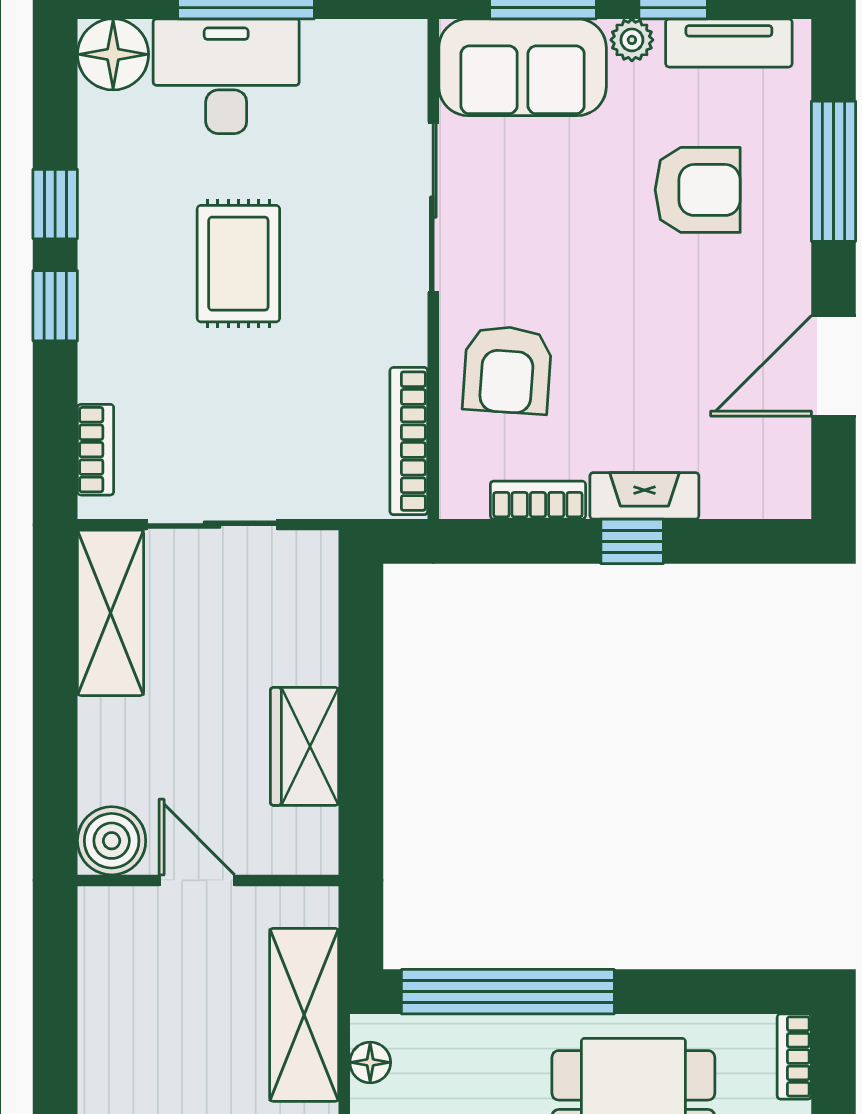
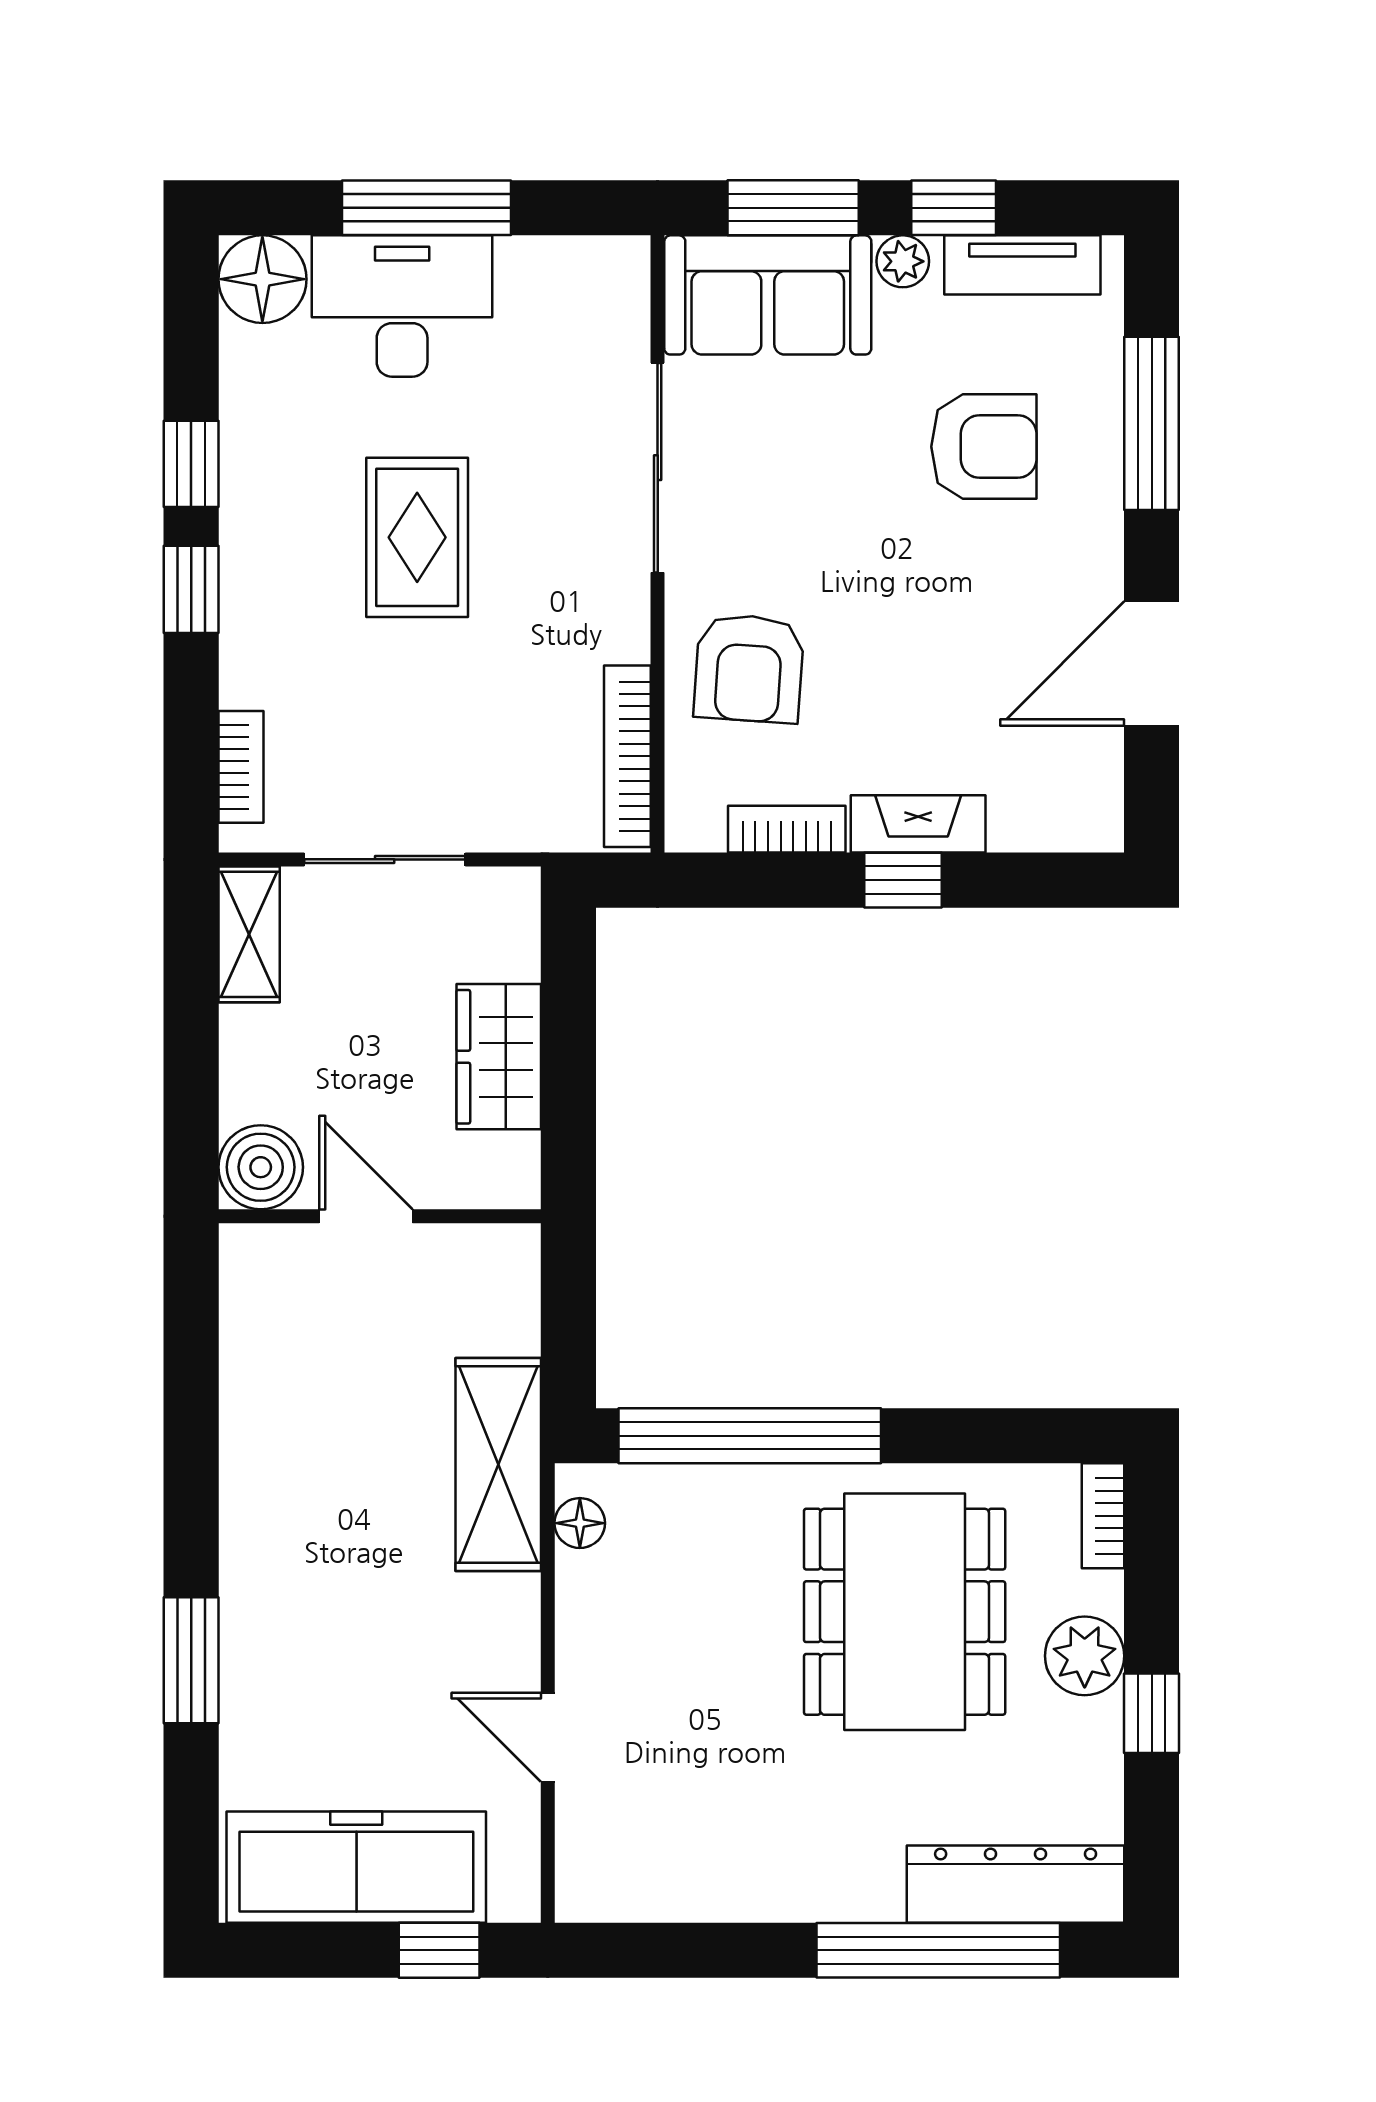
shelving: (110, 613) -> (249, 934), width x0.67, depth x0.75
wardrobe: (305, 746) -> (499, 1057), moved
boiler: (112, 841) -> (261, 1167), moved
door: (197, 880) -> (366, 1216), moved
wall: (208, 880) -> (380, 1216), moved

